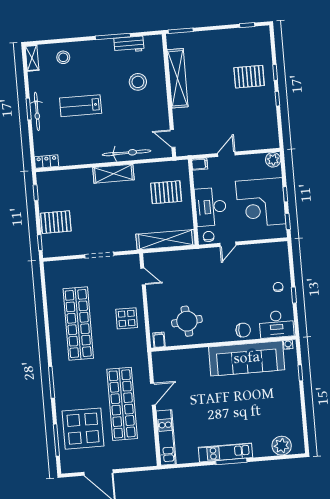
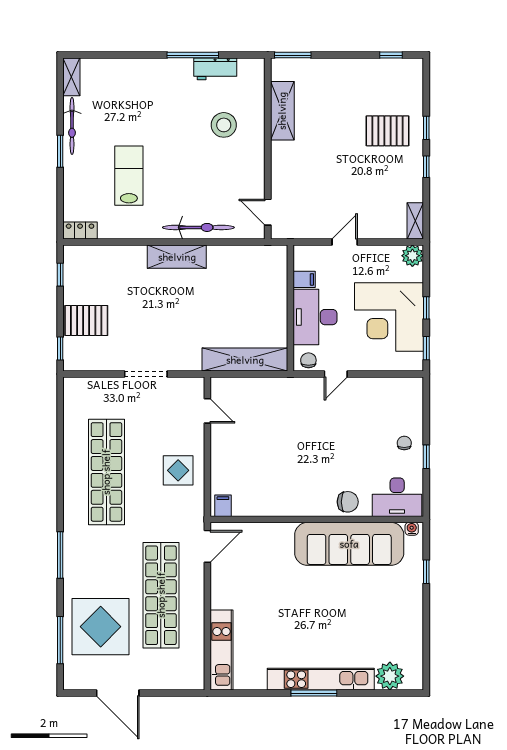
stool: (63, 57) -> (117, 80), removed
shelving: (178, 78) -> (282, 111), width x0.68
lab bench: (81, 106) -> (129, 176), moved, turned 90
bicycle: (37, 111) -> (72, 126), moved
shelving: (273, 136) -> (415, 221), added
filing cabinet: (200, 164) -> (304, 279), moved
pallet: (166, 192) -> (251, 290), removed
round table: (187, 321) -> (266, 482), removed
door: (153, 394) -> (207, 546), moved
kitchen unit: (225, 452) -> (321, 679), width x1.36

